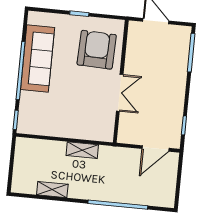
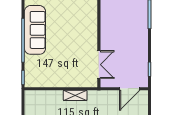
armchair: (97, 50) -> (79, 19), removed
double door: (120, 93) -> (99, 65), moved

